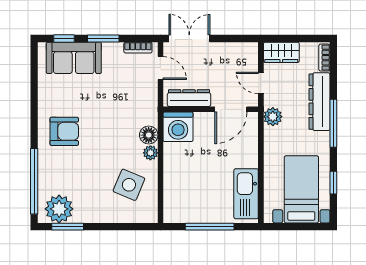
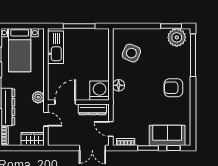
plant: (150, 153) -> (117, 74), removed

